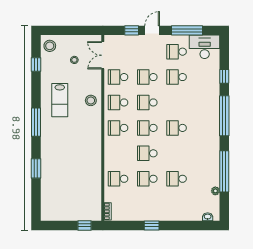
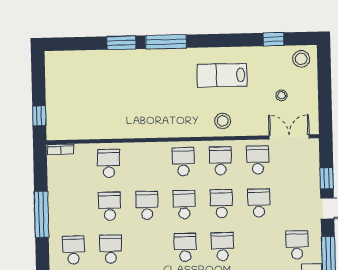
school desk: (177, 77) -> (222, 247), moved
window: (36, 122) -> (166, 42), moved
school desk: (177, 204) -> (73, 250), added
window: (152, 225) -> (41, 214), width x2.17

